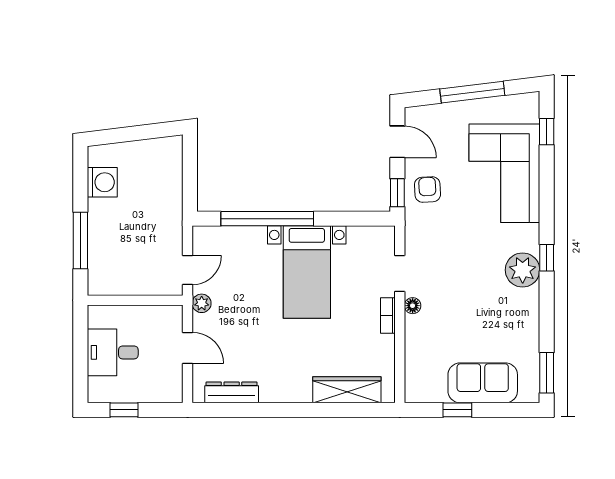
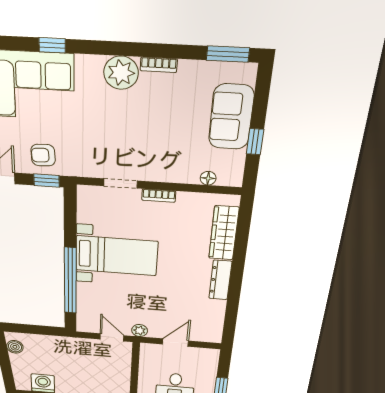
boiler: (160, 148) -> (15, 347), added
window: (547, 258) -> (52, 45), moved
floor lamp: (413, 306) -> (208, 178), moved
bookcase: (533, 307) -> (159, 65), added
dresser: (232, 392) -> (220, 280), moved

